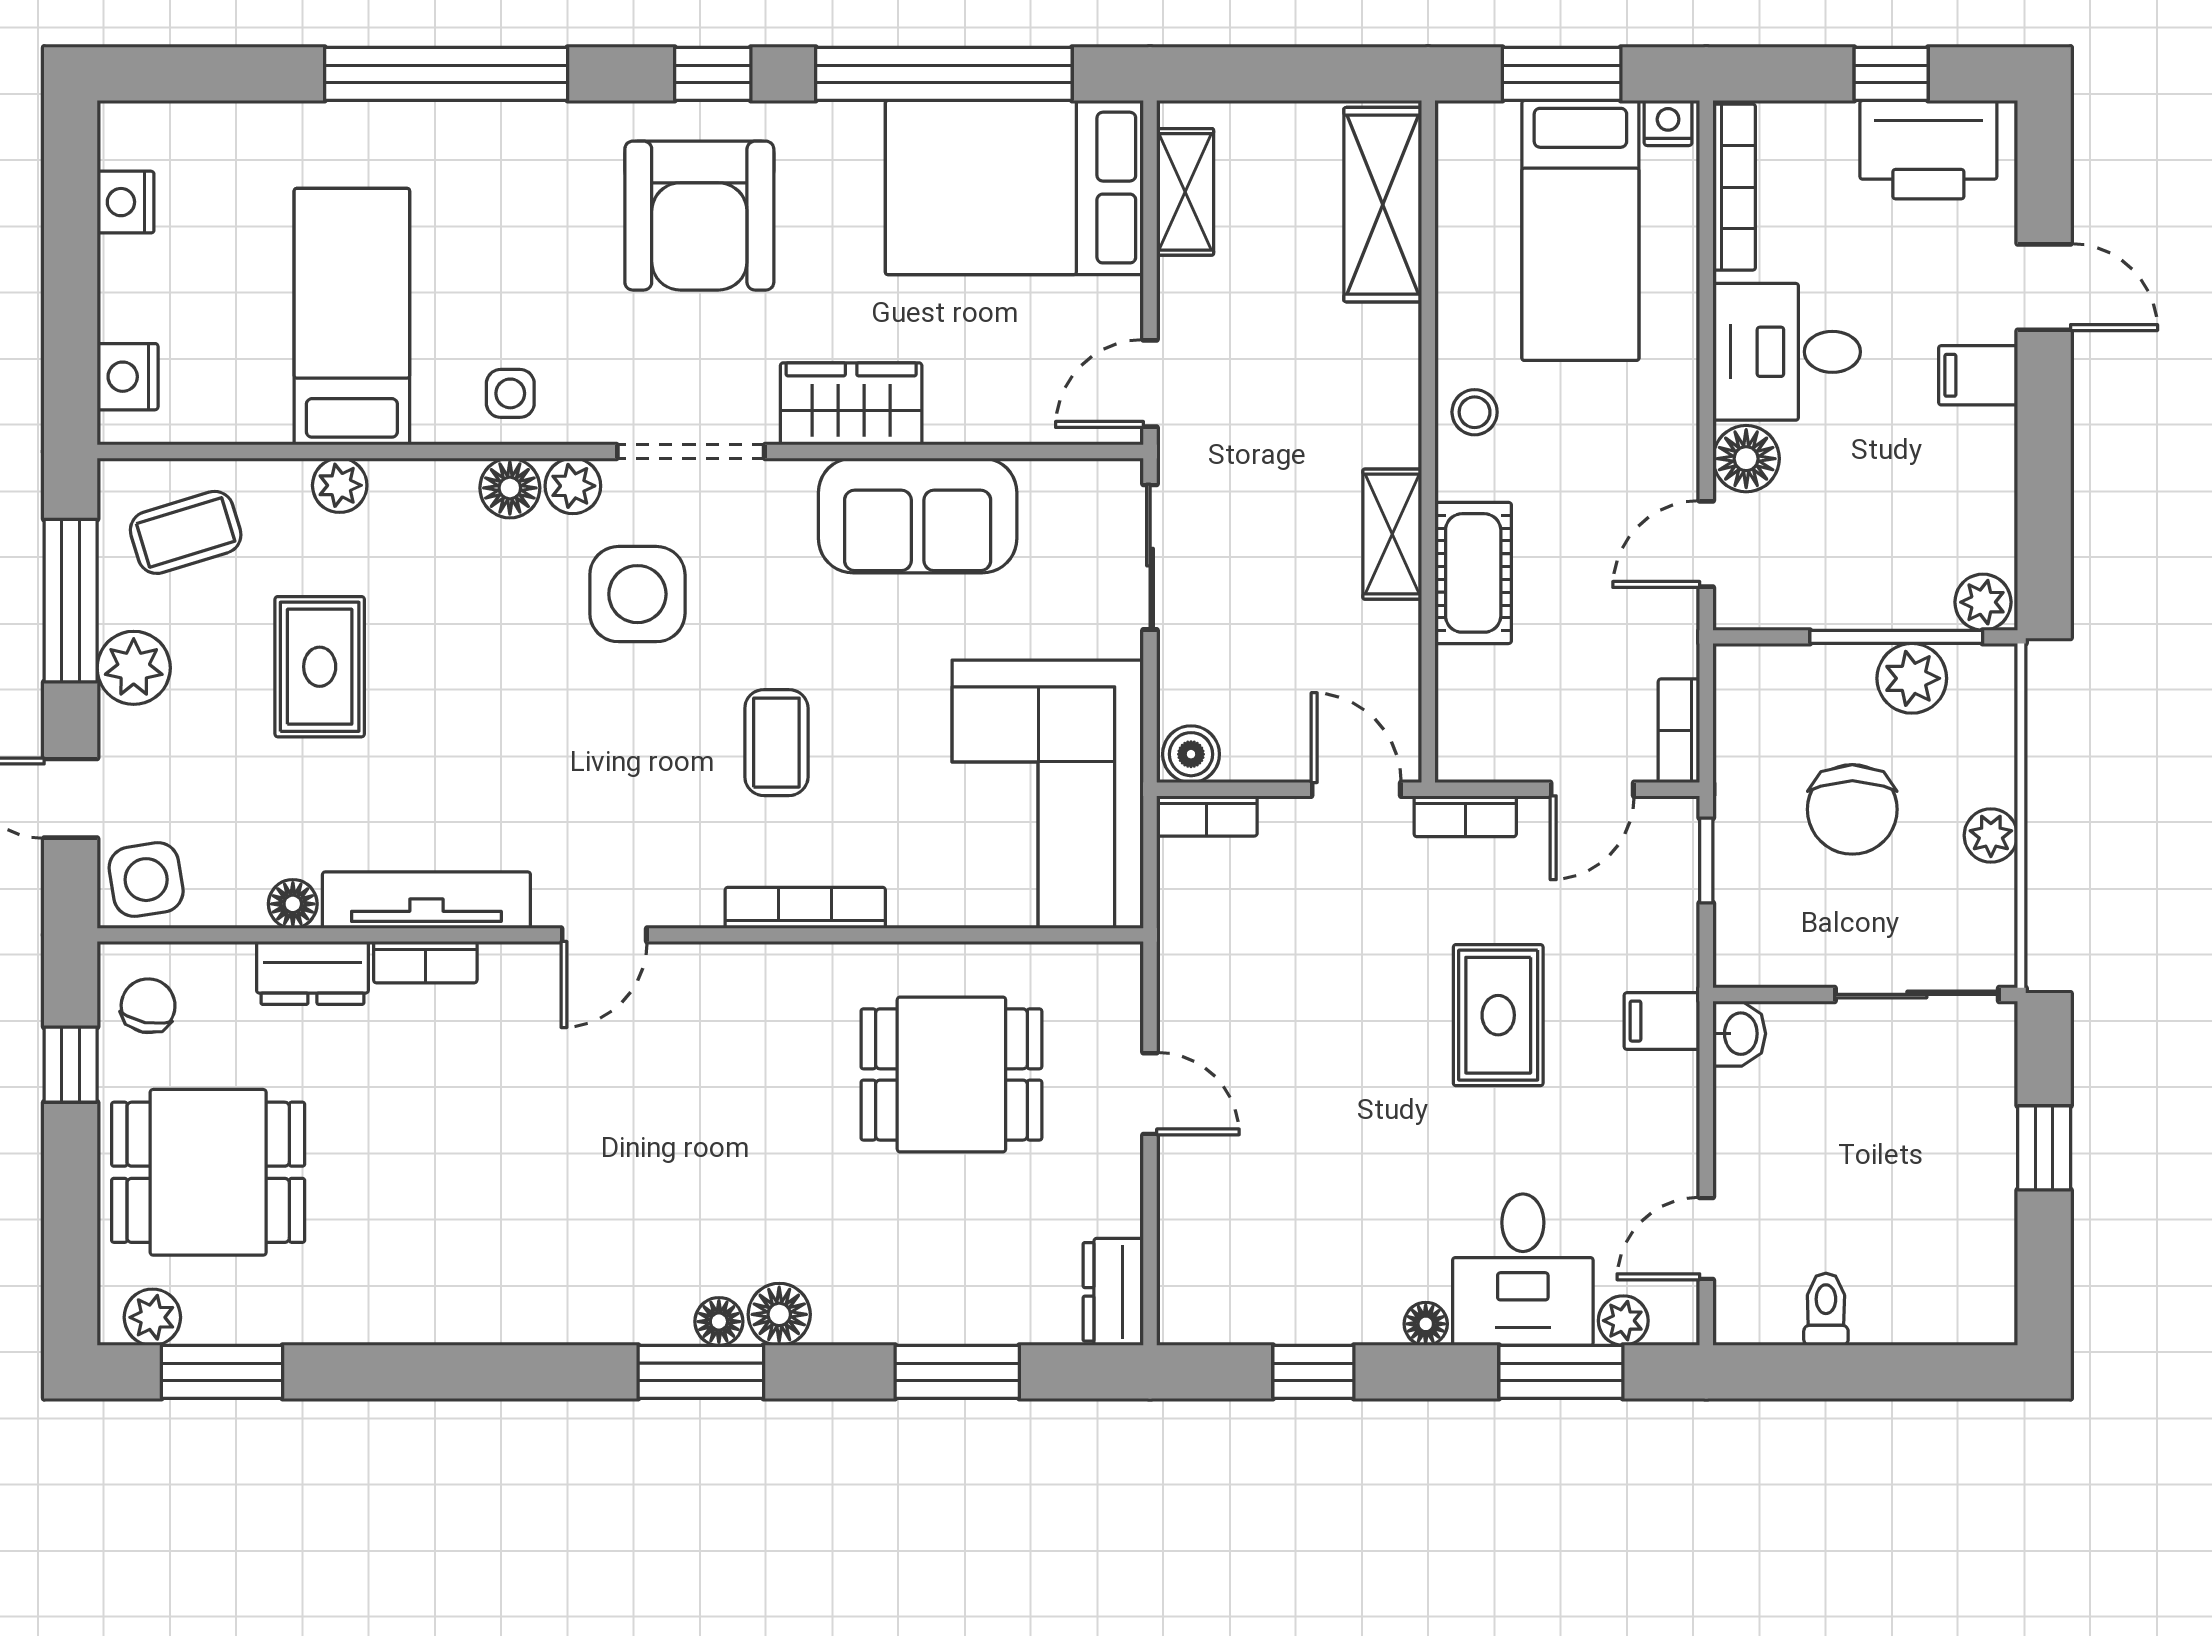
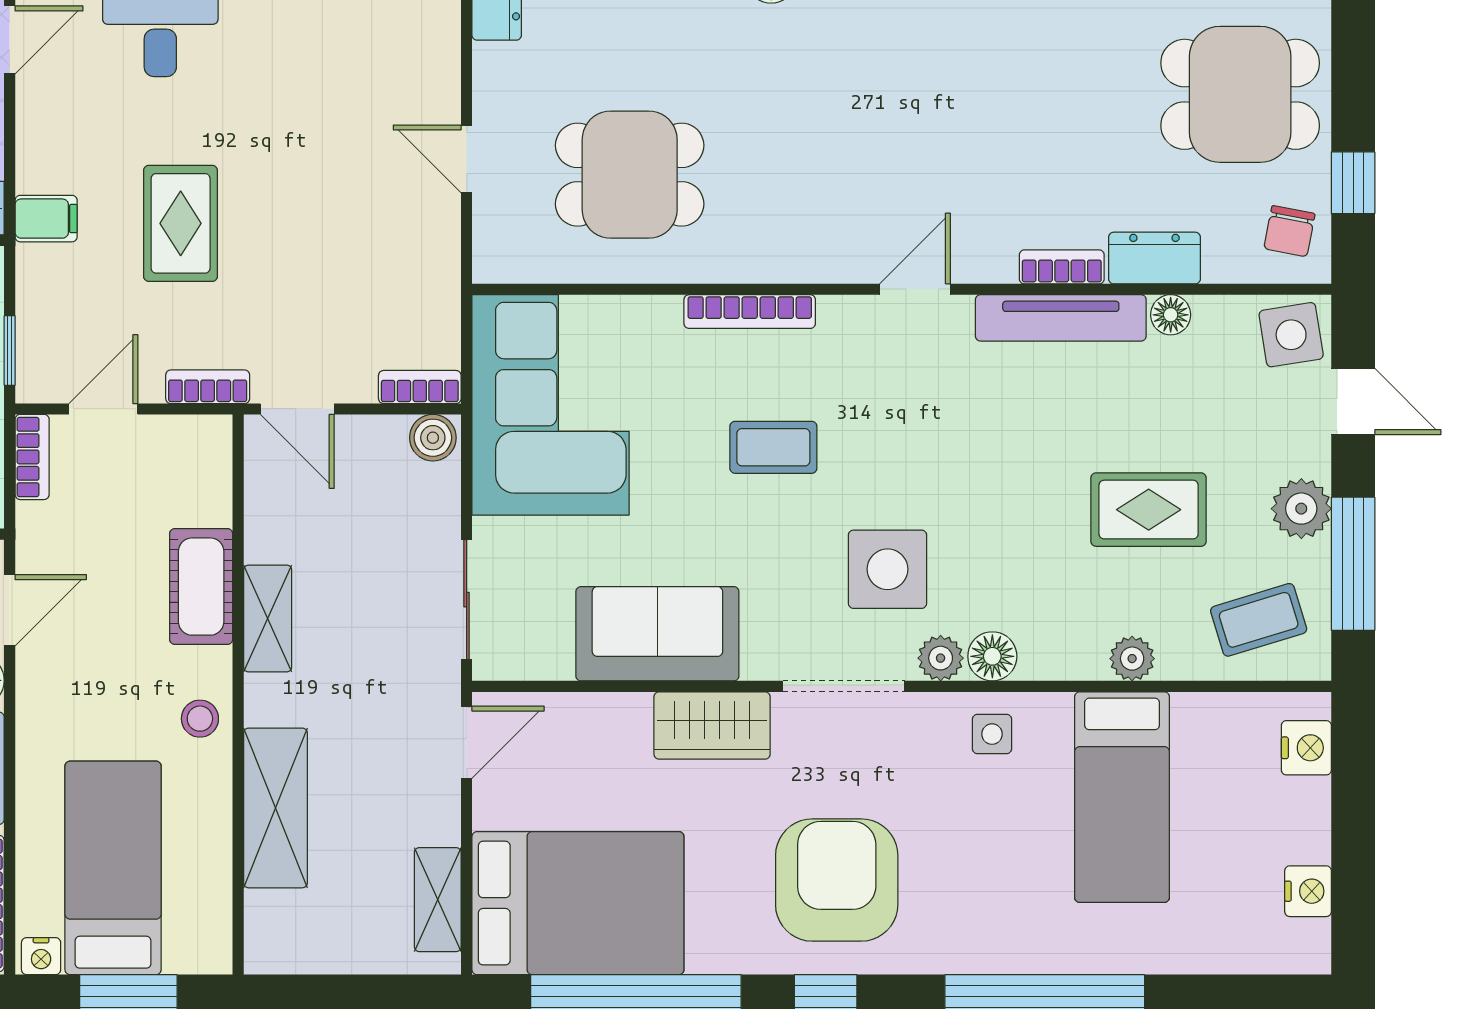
shelving: (1383, 205) -> (275, 808), moved
rug: (320, 667) -> (1149, 510), turned 90
coffee table: (776, 743) -> (773, 447), turned 90

